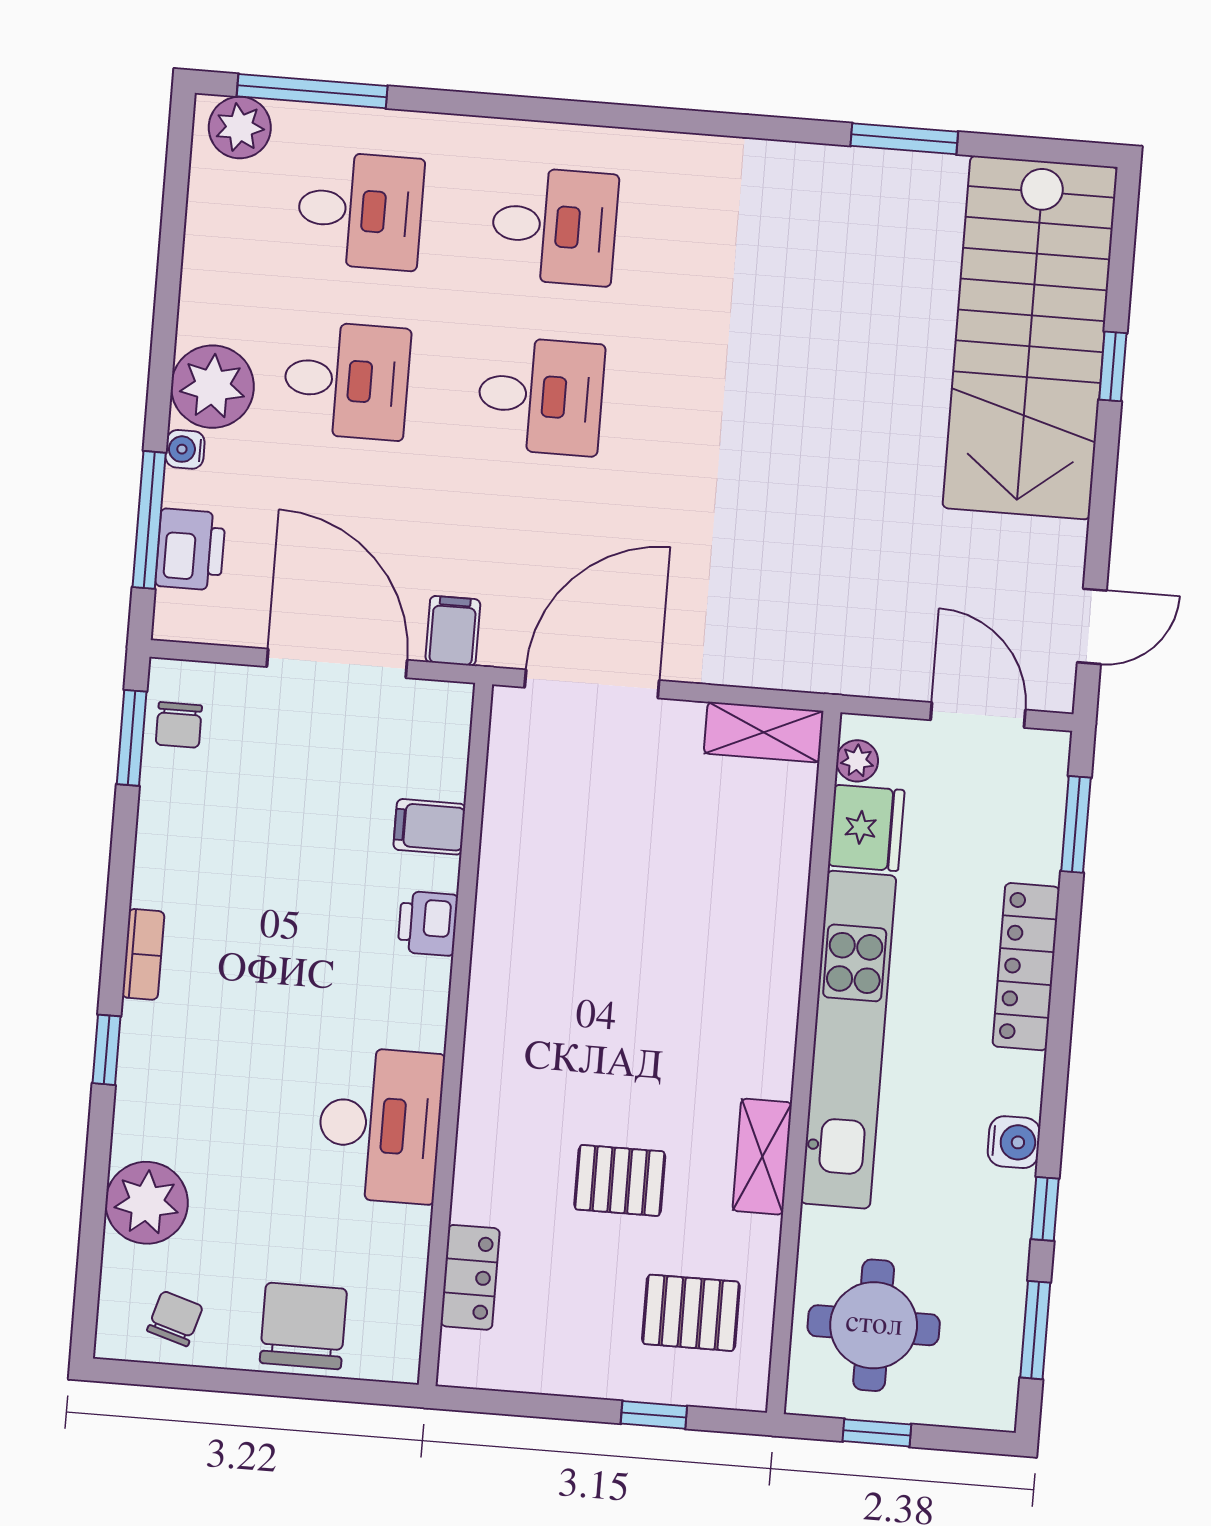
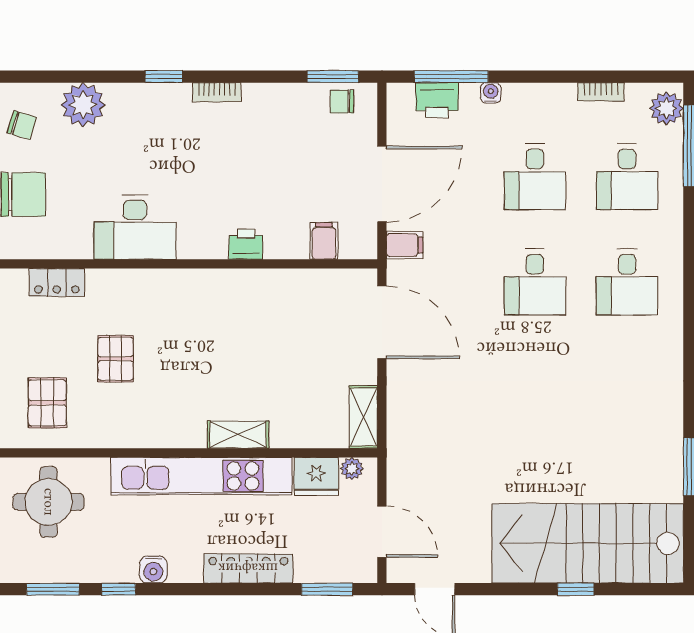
bookcase: (199, 246) -> (601, 92), added
plant: (212, 387) -> (526, 105), removed
door: (978, 715) -> (382, 532), hinge flipped
filing cabinet: (429, 827) -> (324, 241), moved
shelving: (762, 1157) -> (238, 435), moved

